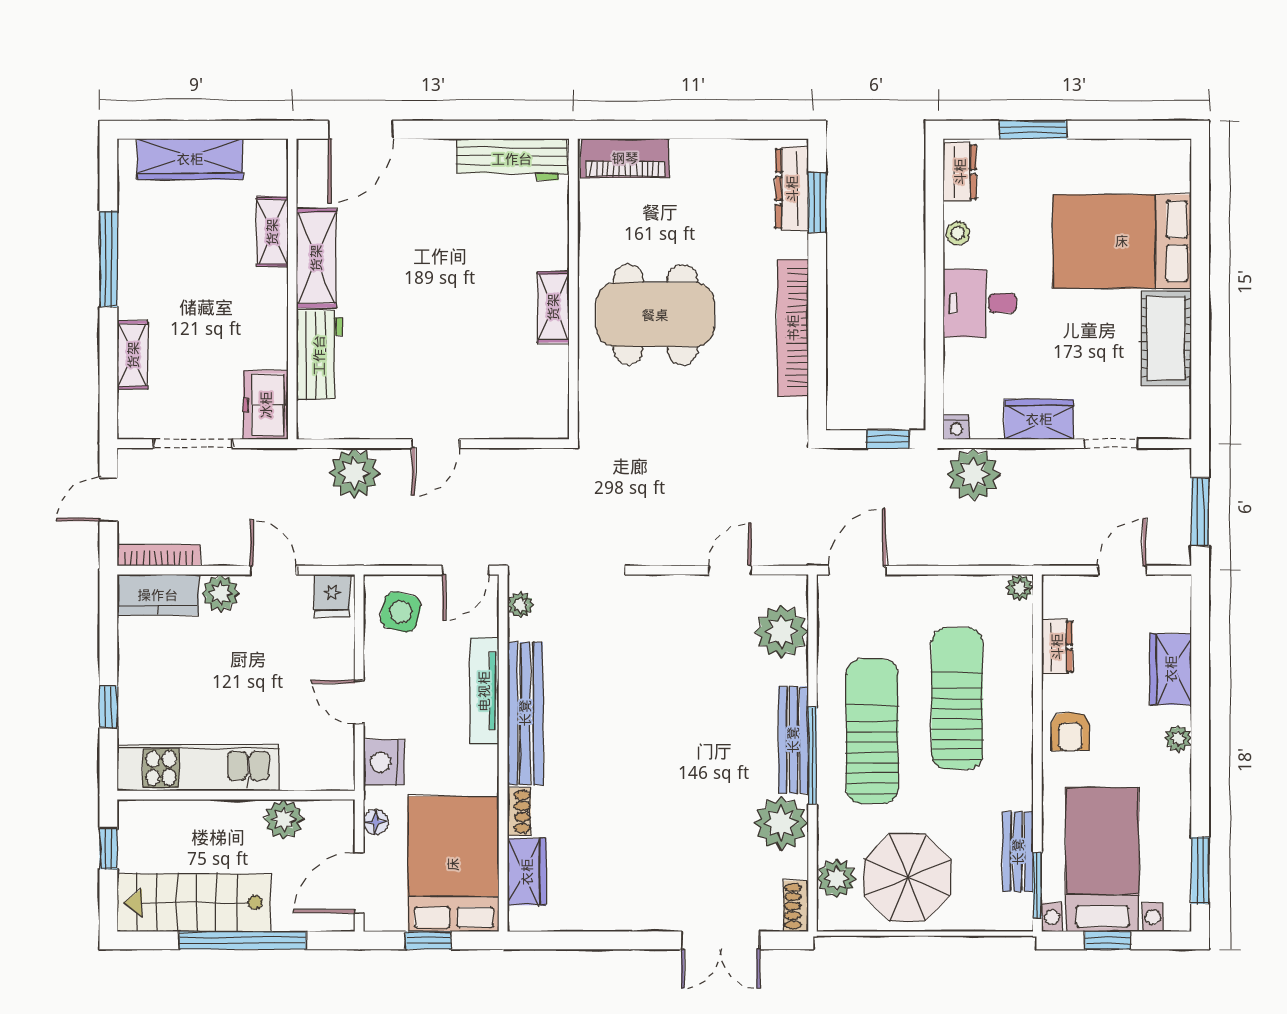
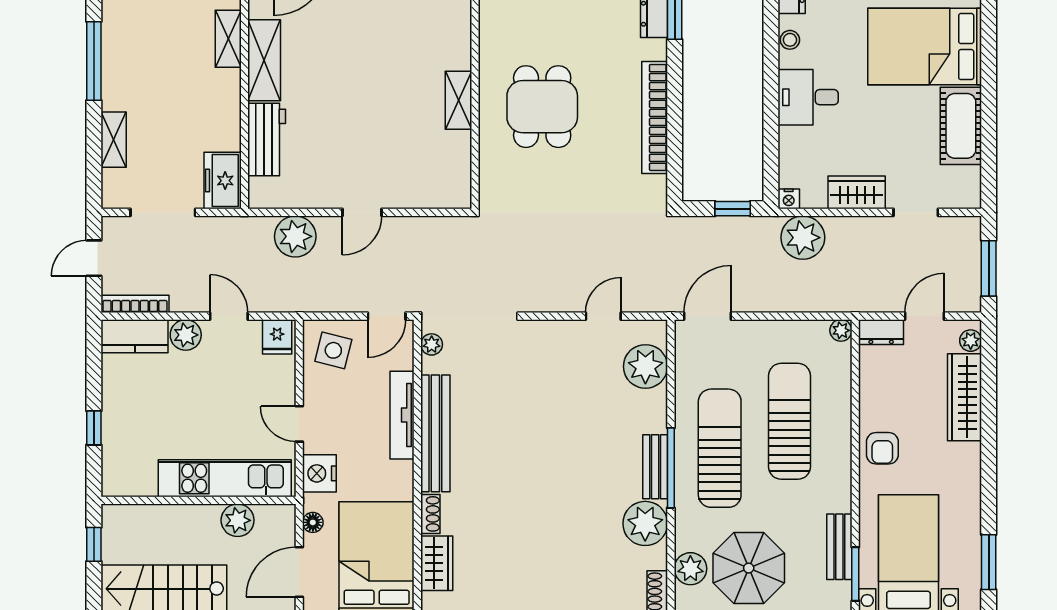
dining table: (655, 315) -> (542, 107), width x0.73
dresser: (1057, 647) -> (881, 332), moved, turned 90
wardrobe: (1171, 669) -> (965, 397), width x1.50
plant: (1178, 739) -> (971, 341), moved
bench: (793, 740) -> (655, 467), width x0.73
kitchen unit: (198, 768) -> (225, 478), moved

